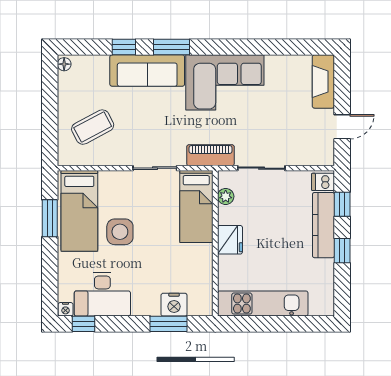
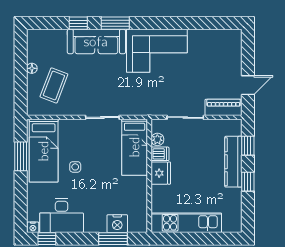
floor lamp: (64, 64) -> (32, 68), moved
fireplace: (323, 81) -> (233, 50), removed
coffee table: (93, 127) -> (54, 85), turned -41
piano: (210, 155) -> (224, 107), moved
dishwasher: (323, 182) -> (160, 154), moved, turned 180
side table: (120, 232) -> (75, 167), width x0.54, depth x0.54

